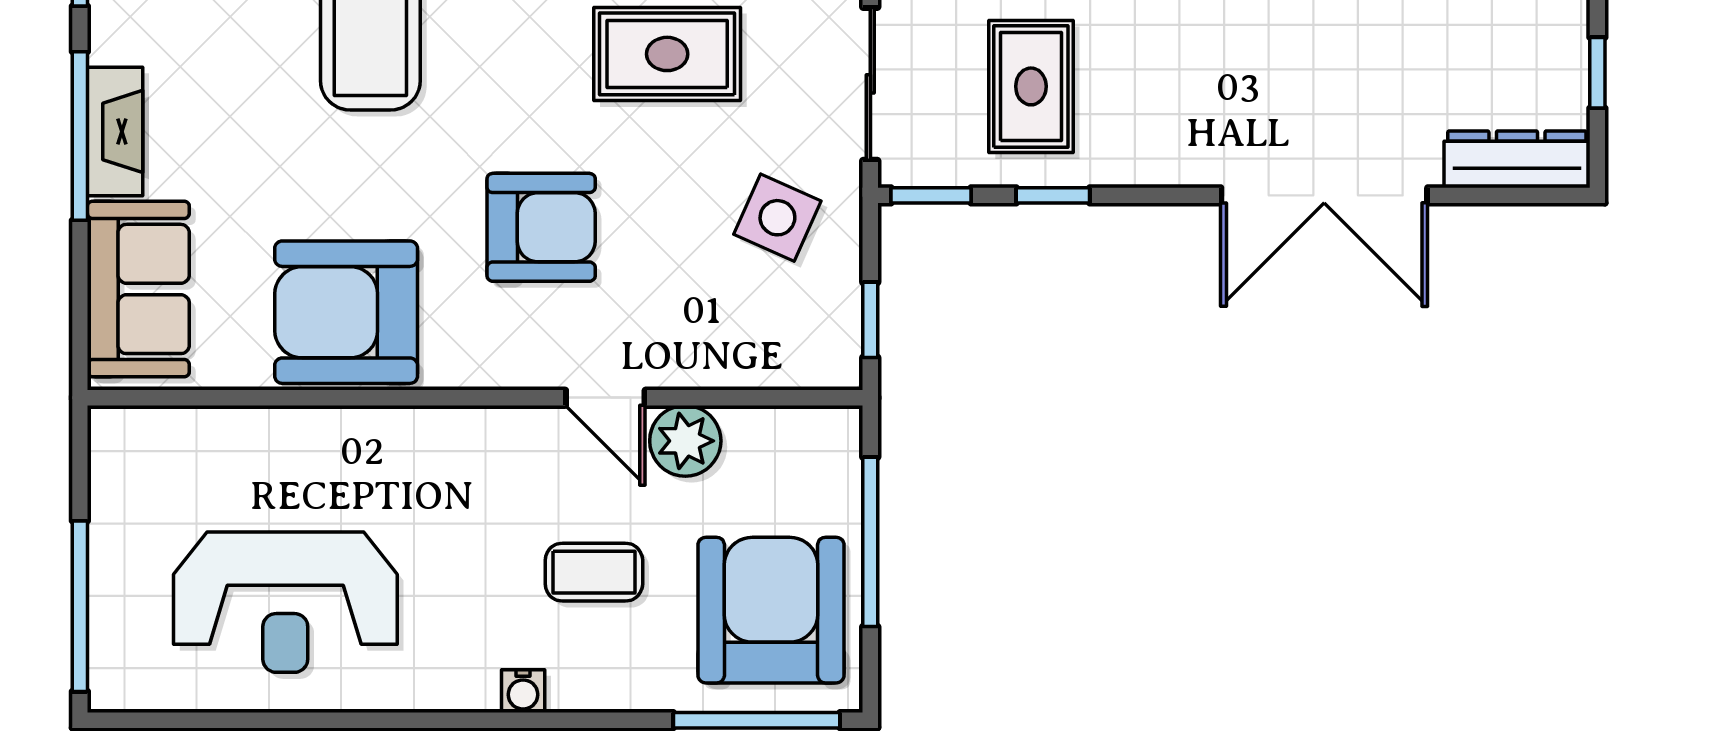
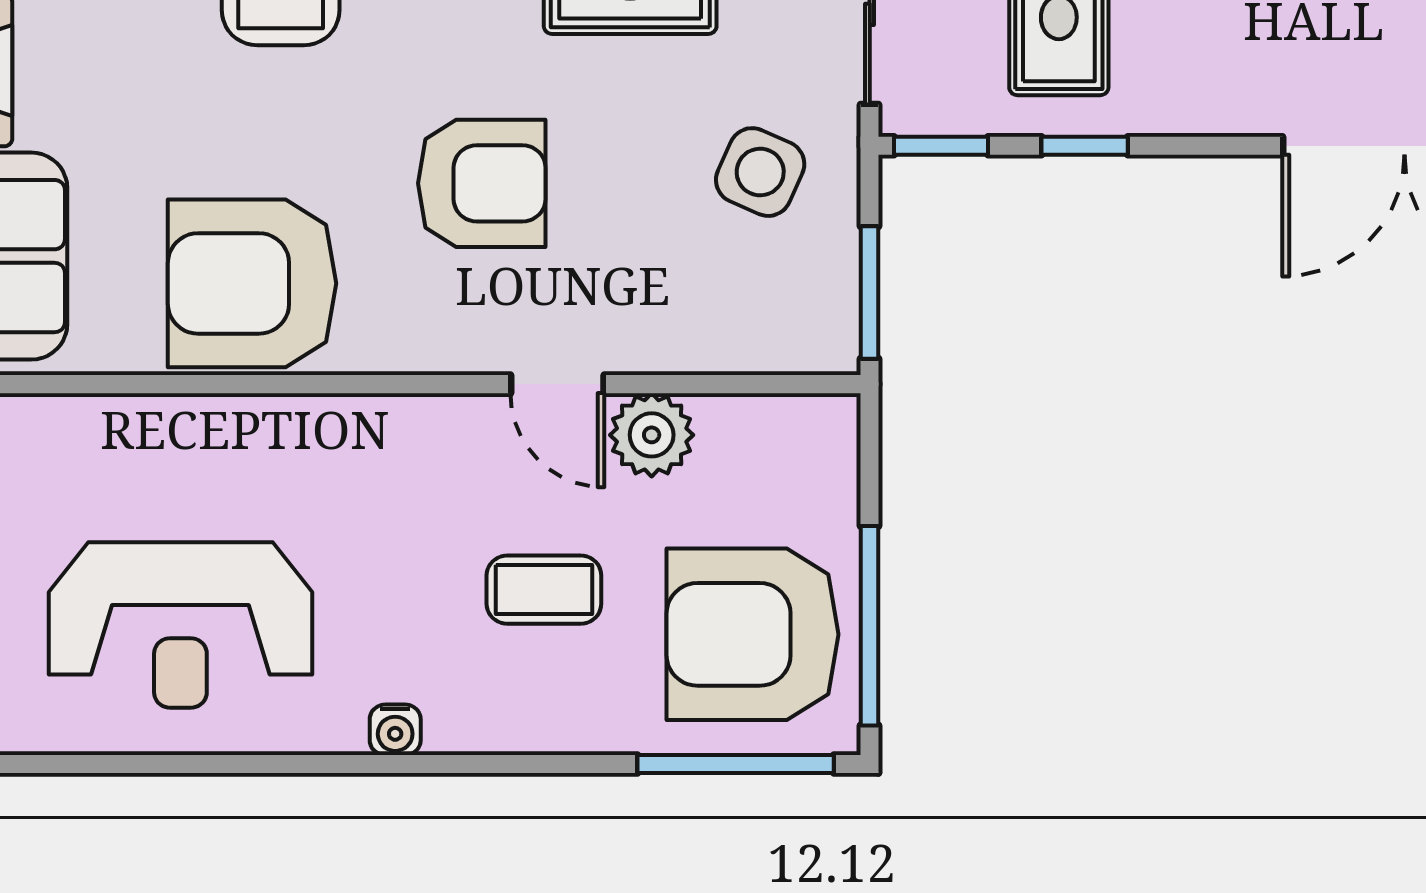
window: (870, 320) -> (870, 292), width x1.50
window: (870, 542) -> (870, 626), moved
armchair: (771, 610) -> (753, 634), turned -90
water cooler: (523, 691) -> (395, 730), moved

